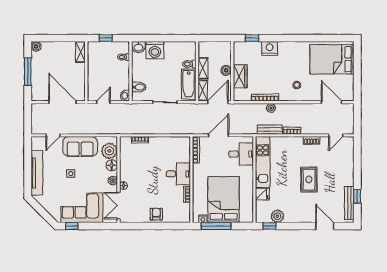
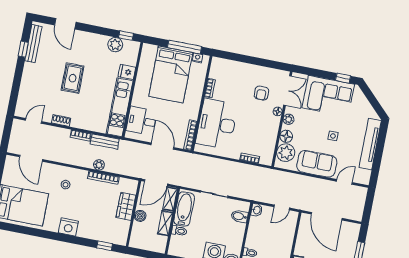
nightstand: (270, 48) -> (68, 227), moved
door: (219, 135) -> (162, 146), swing flipped
desk: (178, 174) -> (217, 124), width x1.87, depth x1.30
armchair: (156, 214) -> (261, 93), moved

